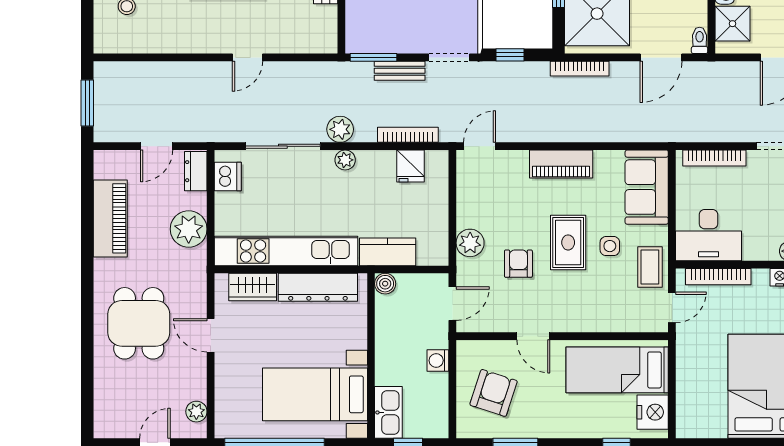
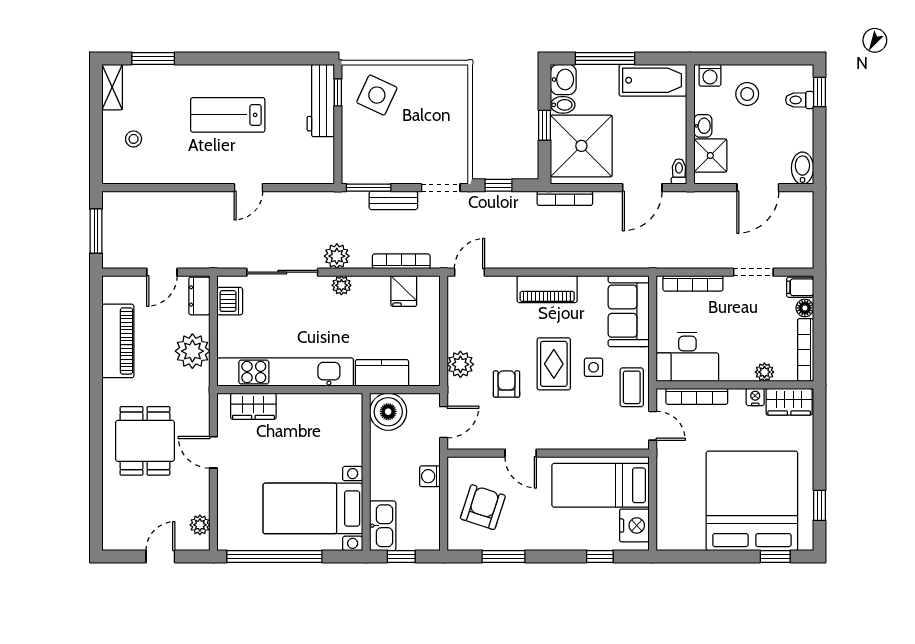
boiler: (385, 284) -> (388, 412), width x1.86, depth x1.86
dresser: (318, 287) -> (316, 407), removed
door: (672, 307) -> (653, 426), hinge flipped

